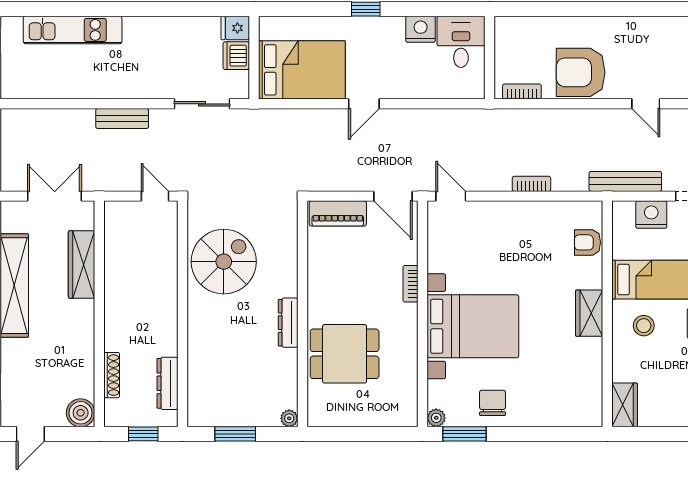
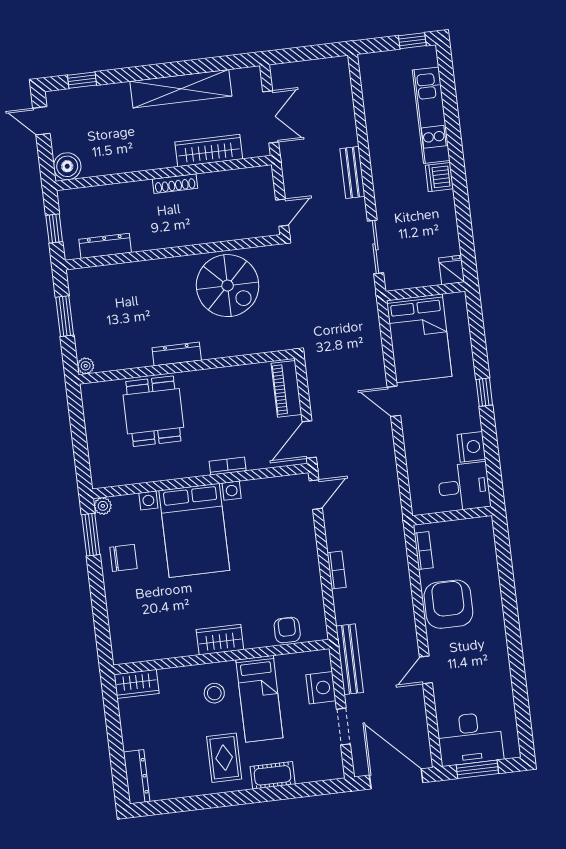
dishwasher: (236, 56) -> (439, 177), moved, turned -90
shoe rack: (112, 375) -> (175, 184), moved

